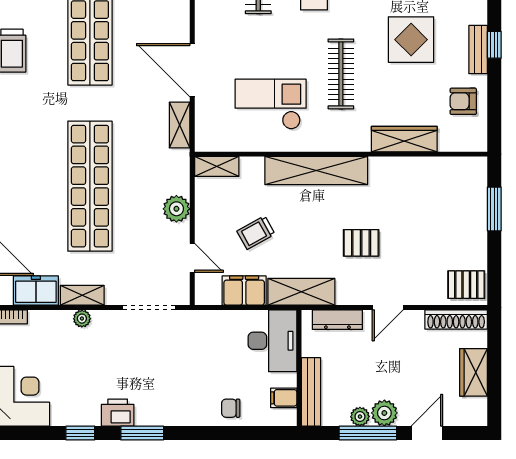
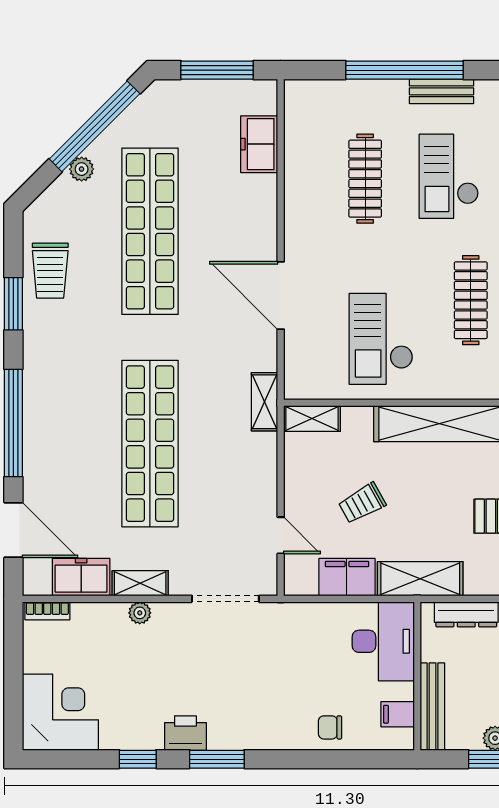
checkout: (271, 104) -> (381, 339), turned -90
shelving: (180, 125) -> (265, 402), moved
plant: (176, 209) -> (261, 473), removed

